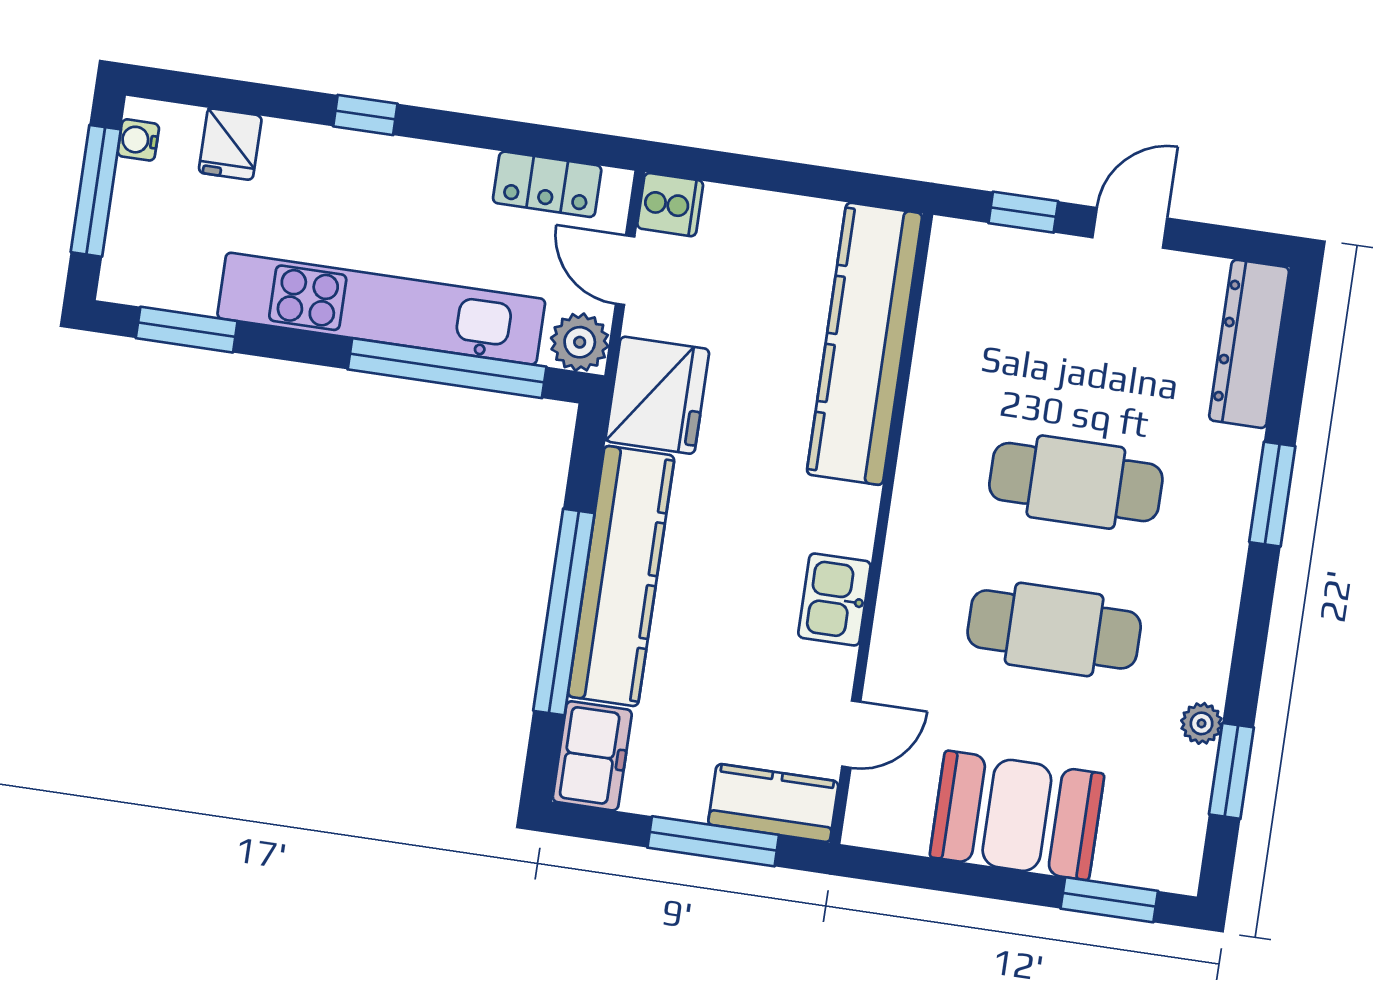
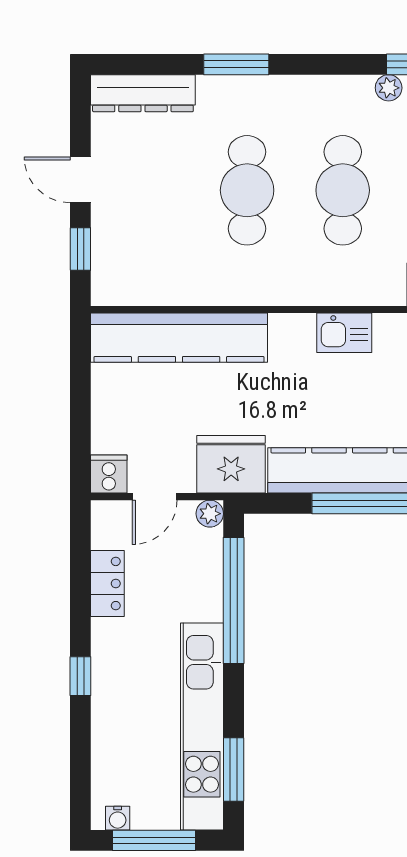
fridge: (230, 144) -> (112, 759), removed
locker: (547, 184) -> (107, 584), moved
kitchen unit: (381, 309) -> (202, 727), moved
plant: (580, 342) -> (210, 514), width x0.73, depth x0.73

